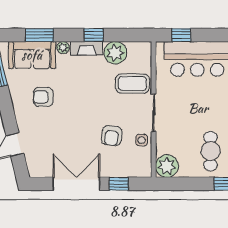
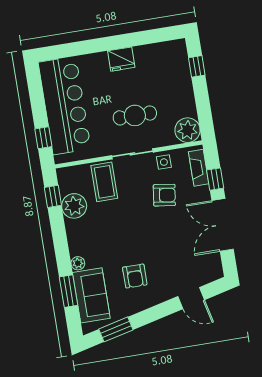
window: (94, 35) -> (53, 196), moved
fireplace: (87, 48) -> (199, 168), moved, turned 180
cafe table: (211, 151) -> (135, 115), moved

